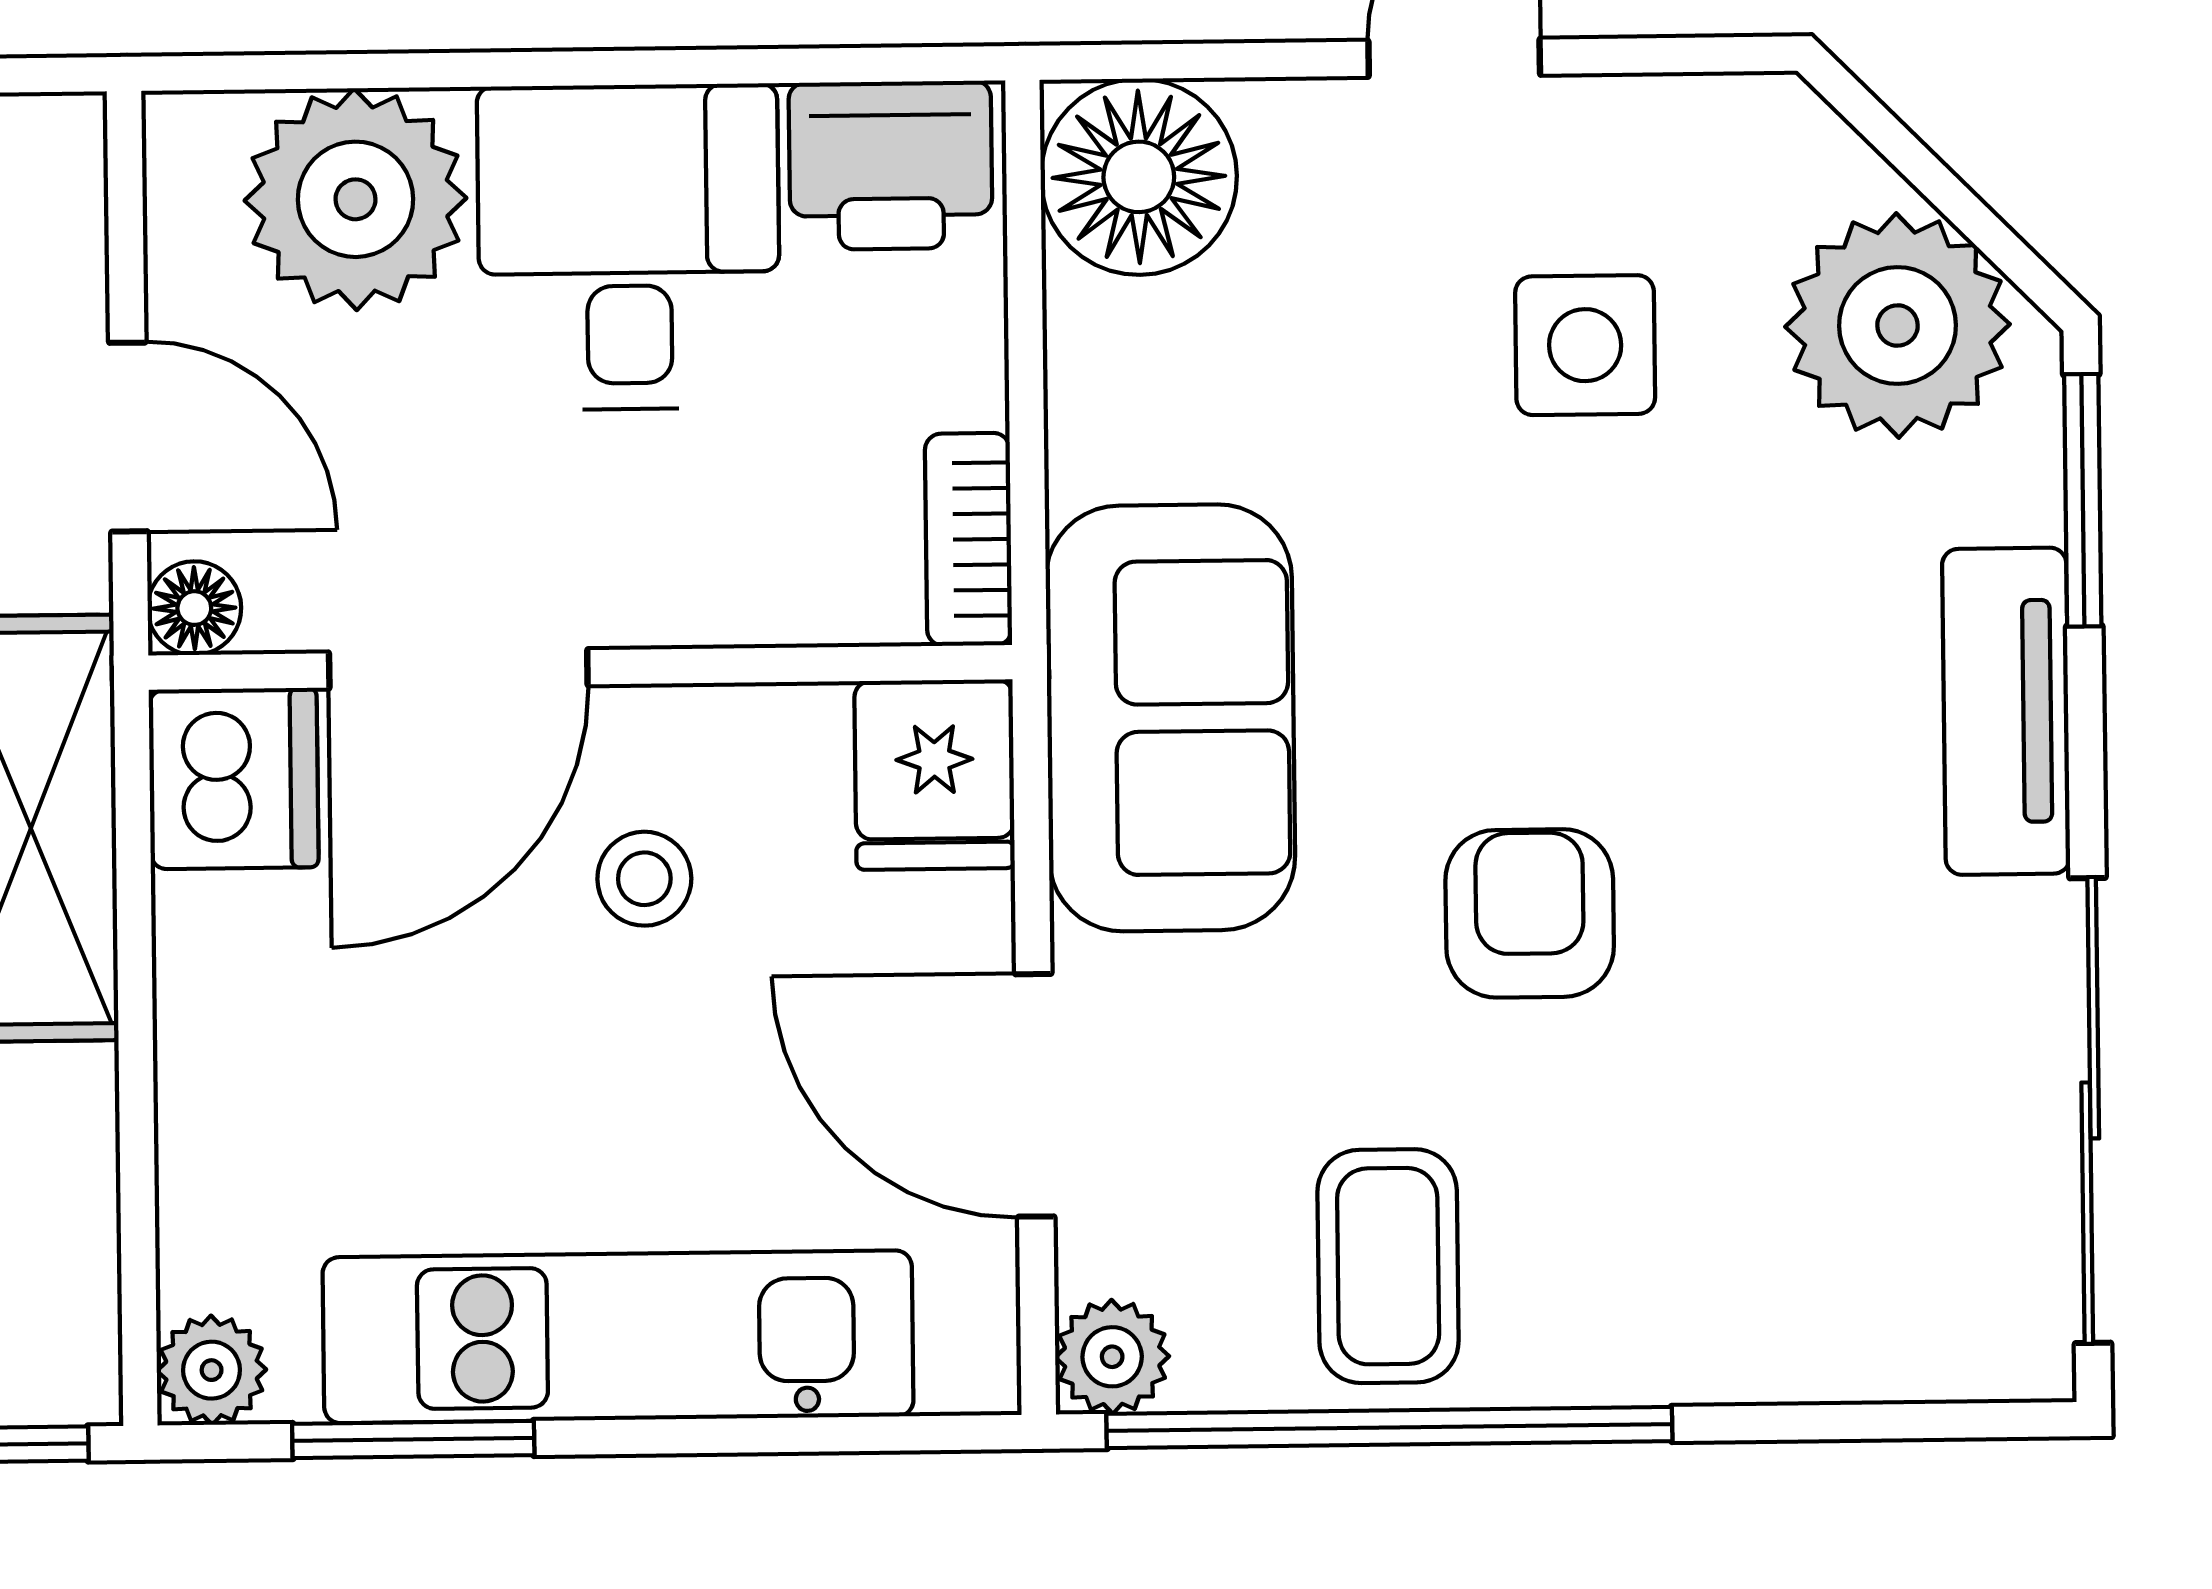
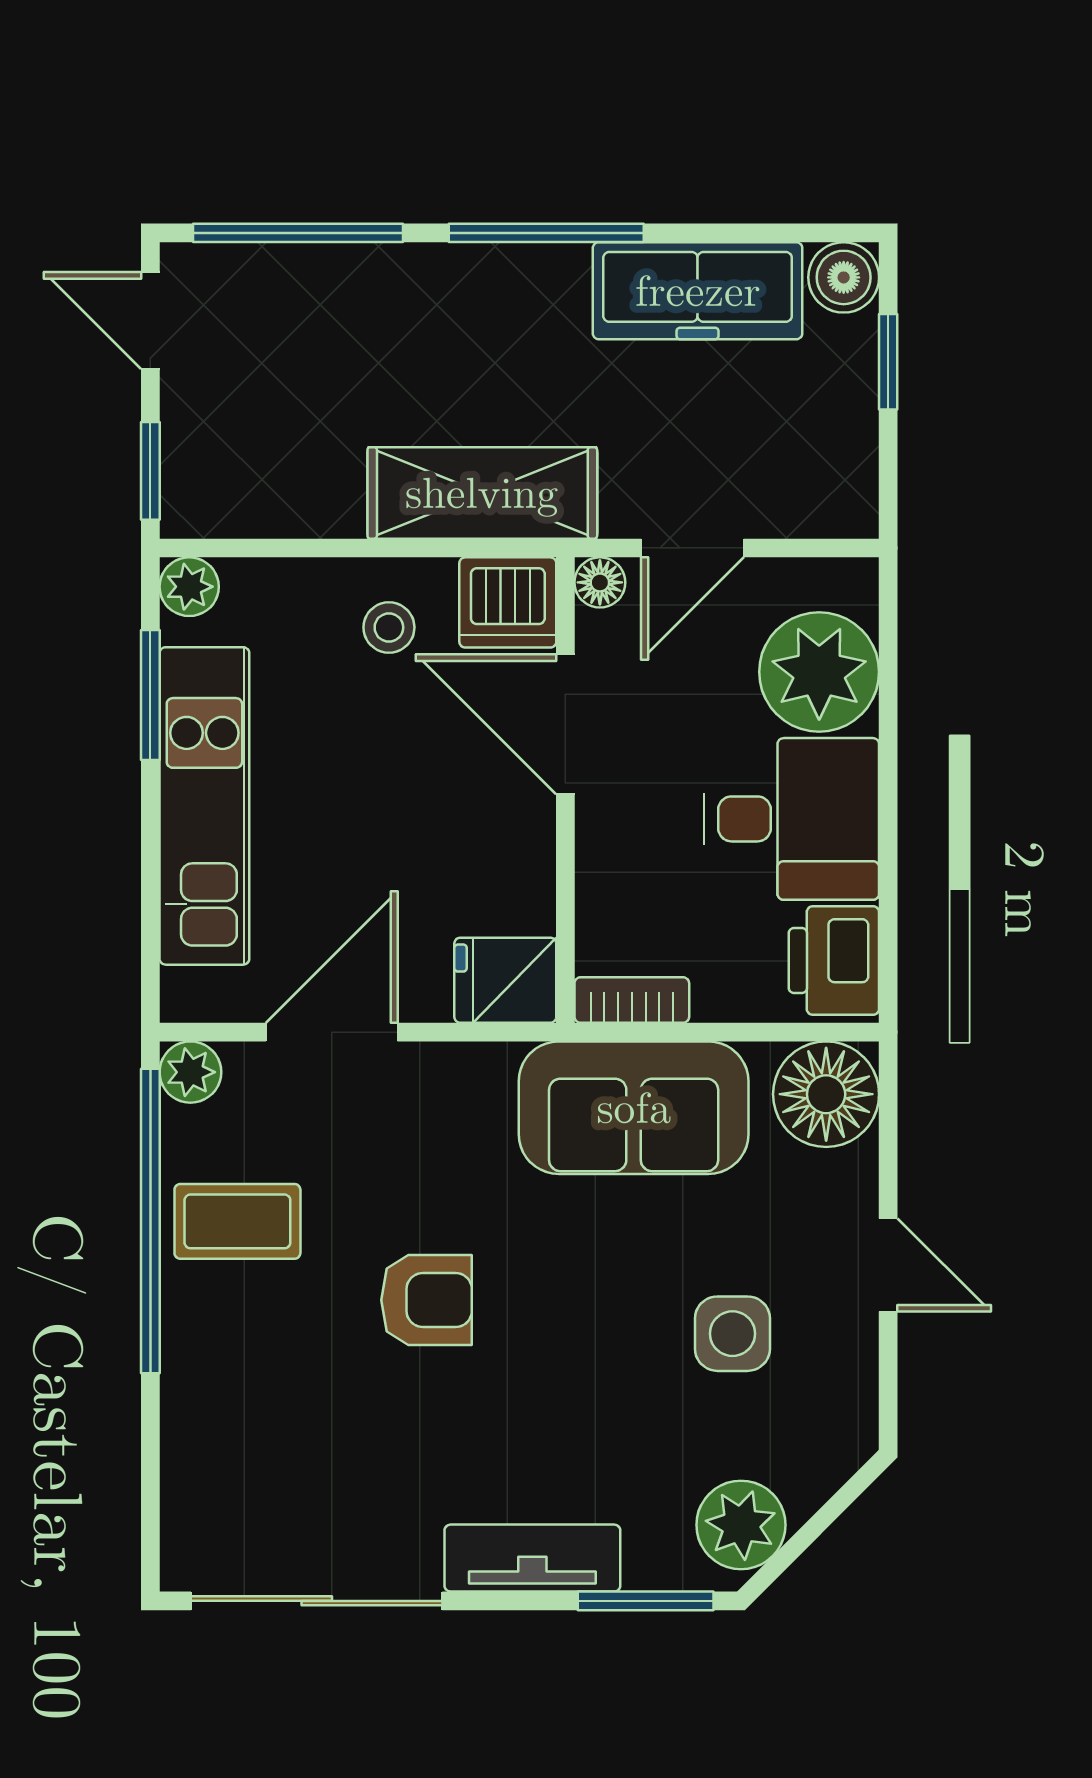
plant: (1898, 325) -> (741, 1525), width x0.73, depth x0.73
sofa: (1170, 718) -> (634, 1108), moved
stool: (644, 879) -> (389, 627), moved

